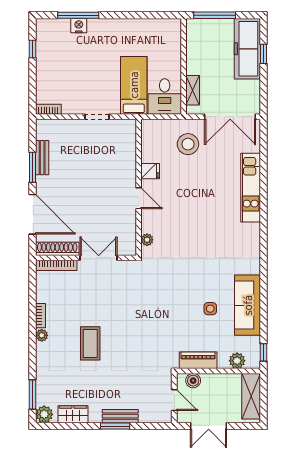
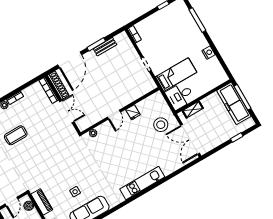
nightstand: (79, 26) -> (209, 53), moved
freezer: (247, 49) -> (234, 103), moved, turned -90
kitchen unit: (251, 188) -> (142, 183), moved

